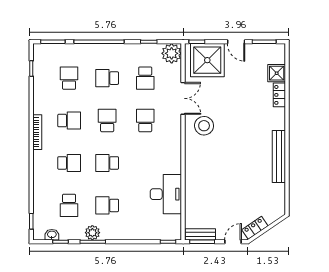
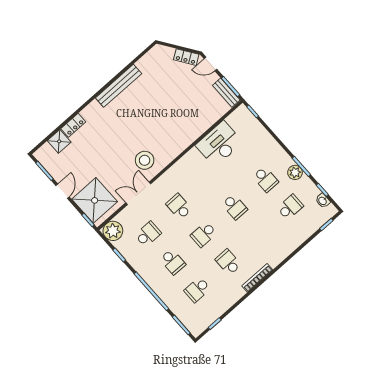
school desk: (145, 121) -> (179, 207), turned 90
school desk: (69, 163) -> (259, 235), removed

